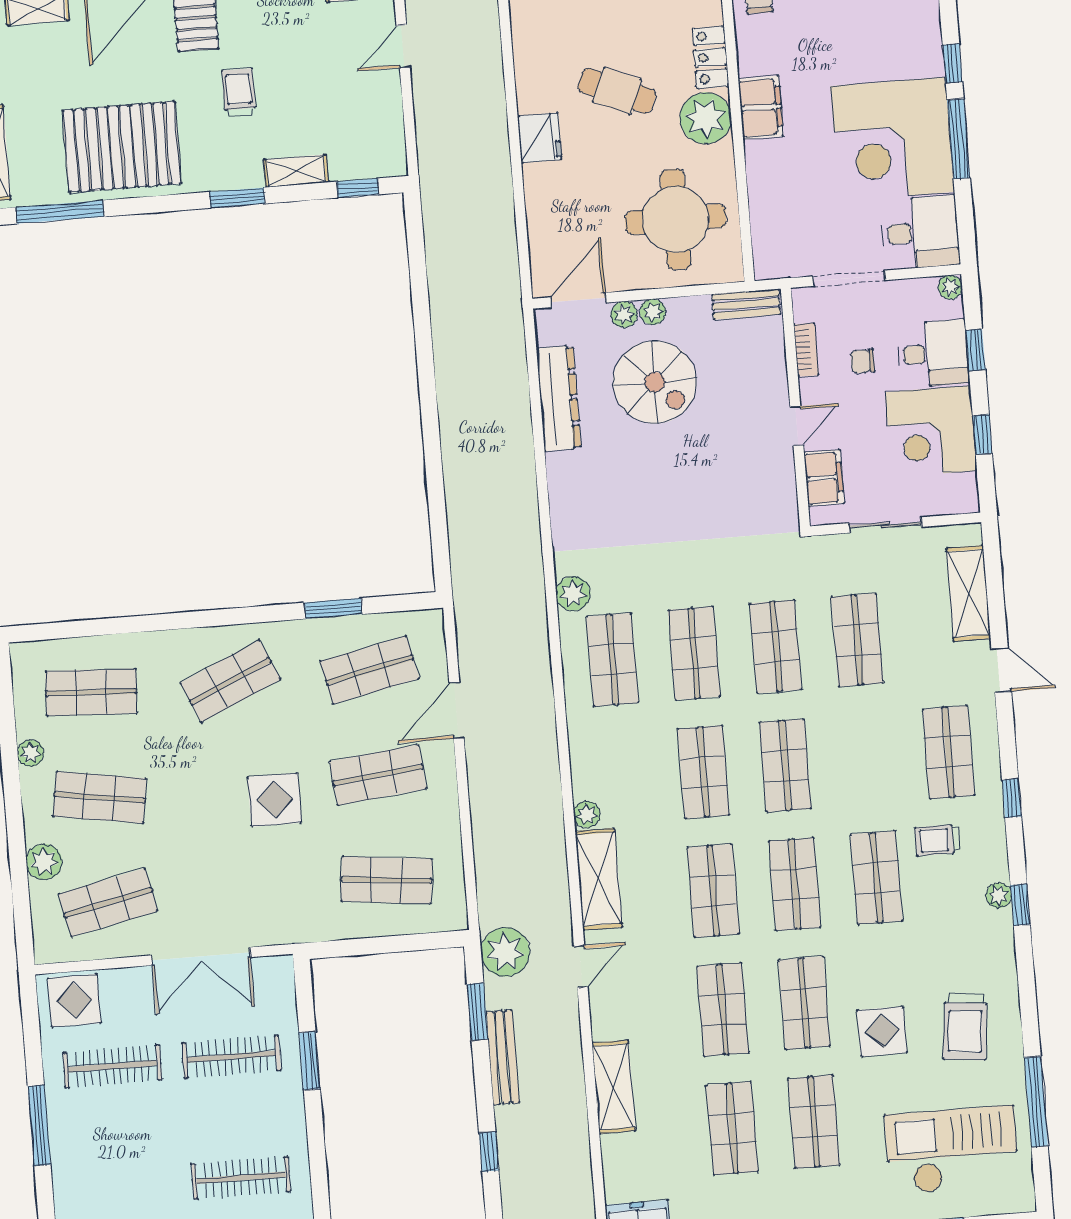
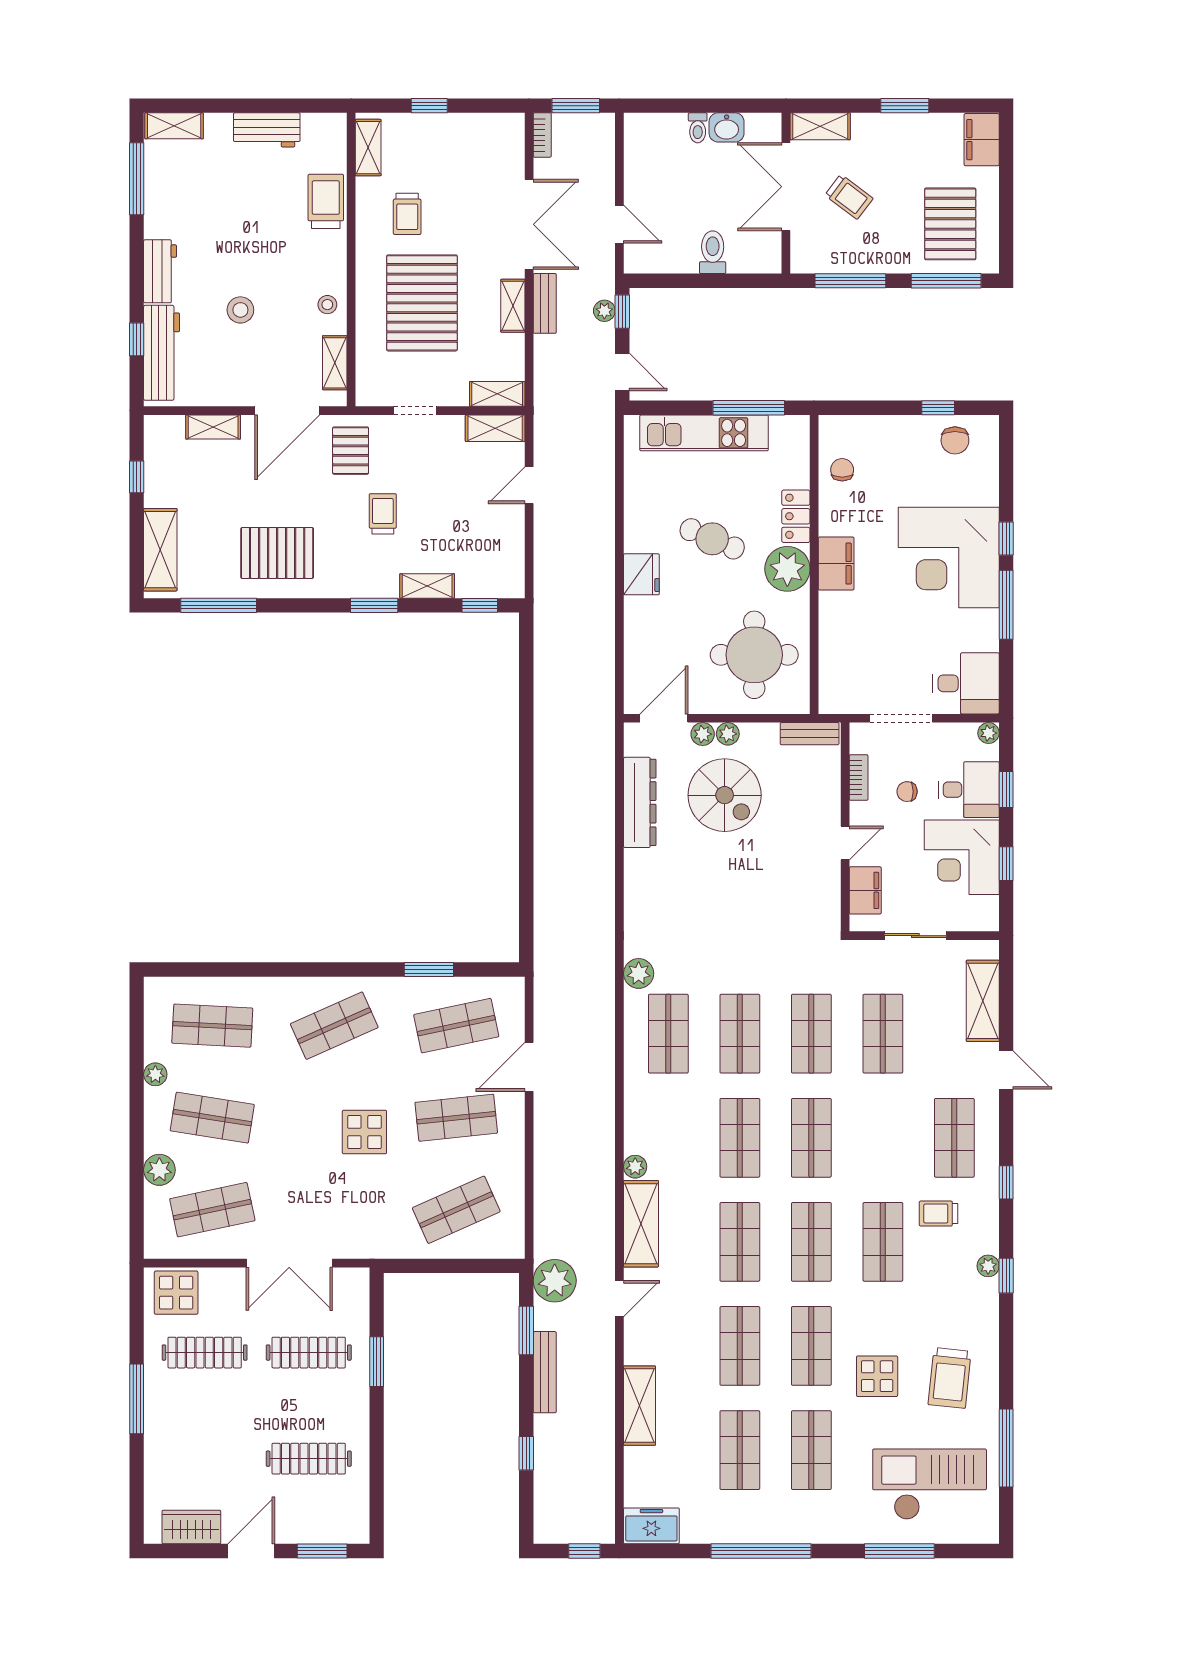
corner desk: (893, 139) -> (949, 558), moved
pallet: (122, 147) -> (277, 553), width x0.73, depth x0.71
shop shelf: (387, 880) -> (456, 1210), turned -30

